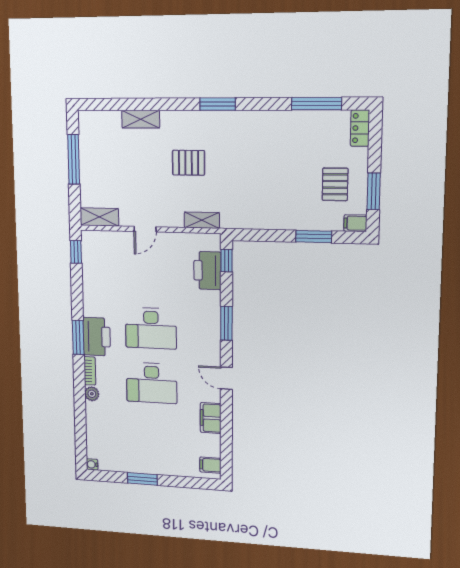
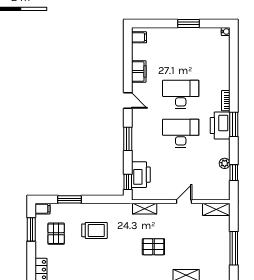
trolley: (276, 188) -> (95, 230), added
window: (76, 252) -> (234, 173), moved
plant: (92, 394) -> (225, 163), moved

